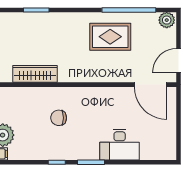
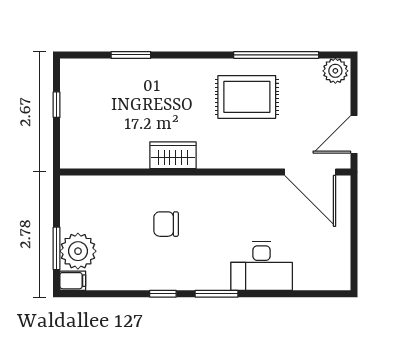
wardrobe: (35, 74) -> (173, 155), moved, width x0.67

